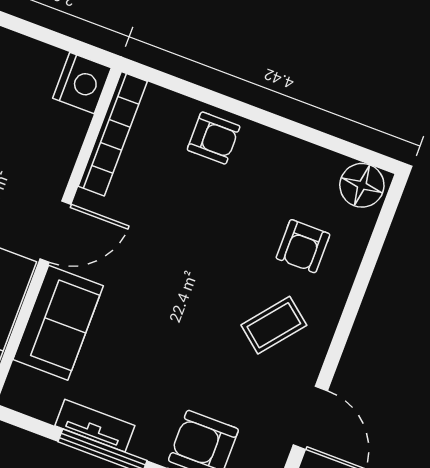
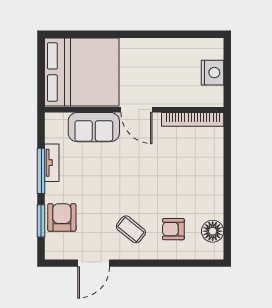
nightstand: (82, 83) -> (213, 73), moved, turned -90
armchair: (214, 138) -> (209, 168), removed
floor lamp: (362, 185) -> (213, 231), moved

